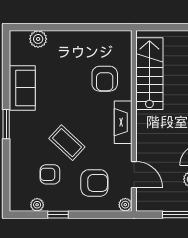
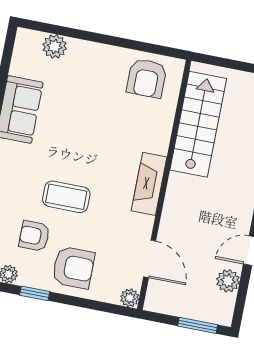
armchair: (105, 79) -> (147, 78), moved
coffee table: (67, 143) -> (66, 197), turned -43
armchair: (94, 183) -> (73, 268), moved

